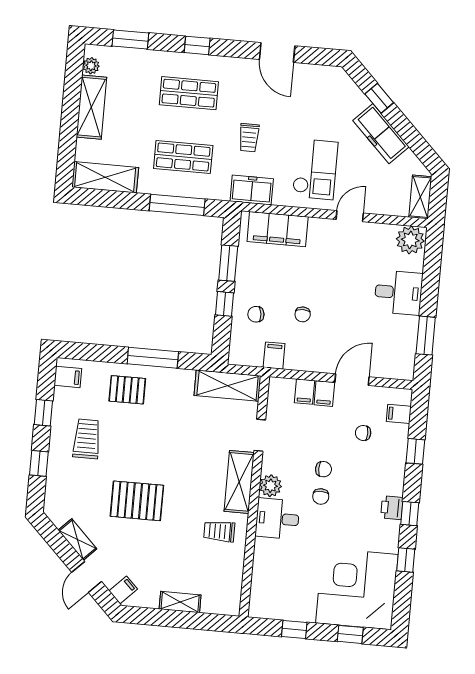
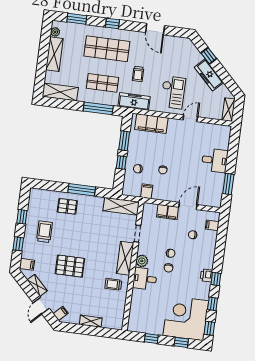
shop shelf: (189, 93) -> (107, 49), width x1.43, depth x1.36
freezer: (252, 190) -> (134, 102), width x1.40
plant: (410, 240) -> (222, 132), removed
filing cabinet: (68, 377) -> (27, 264), moved
window: (415, 451) -> (209, 328), moved

